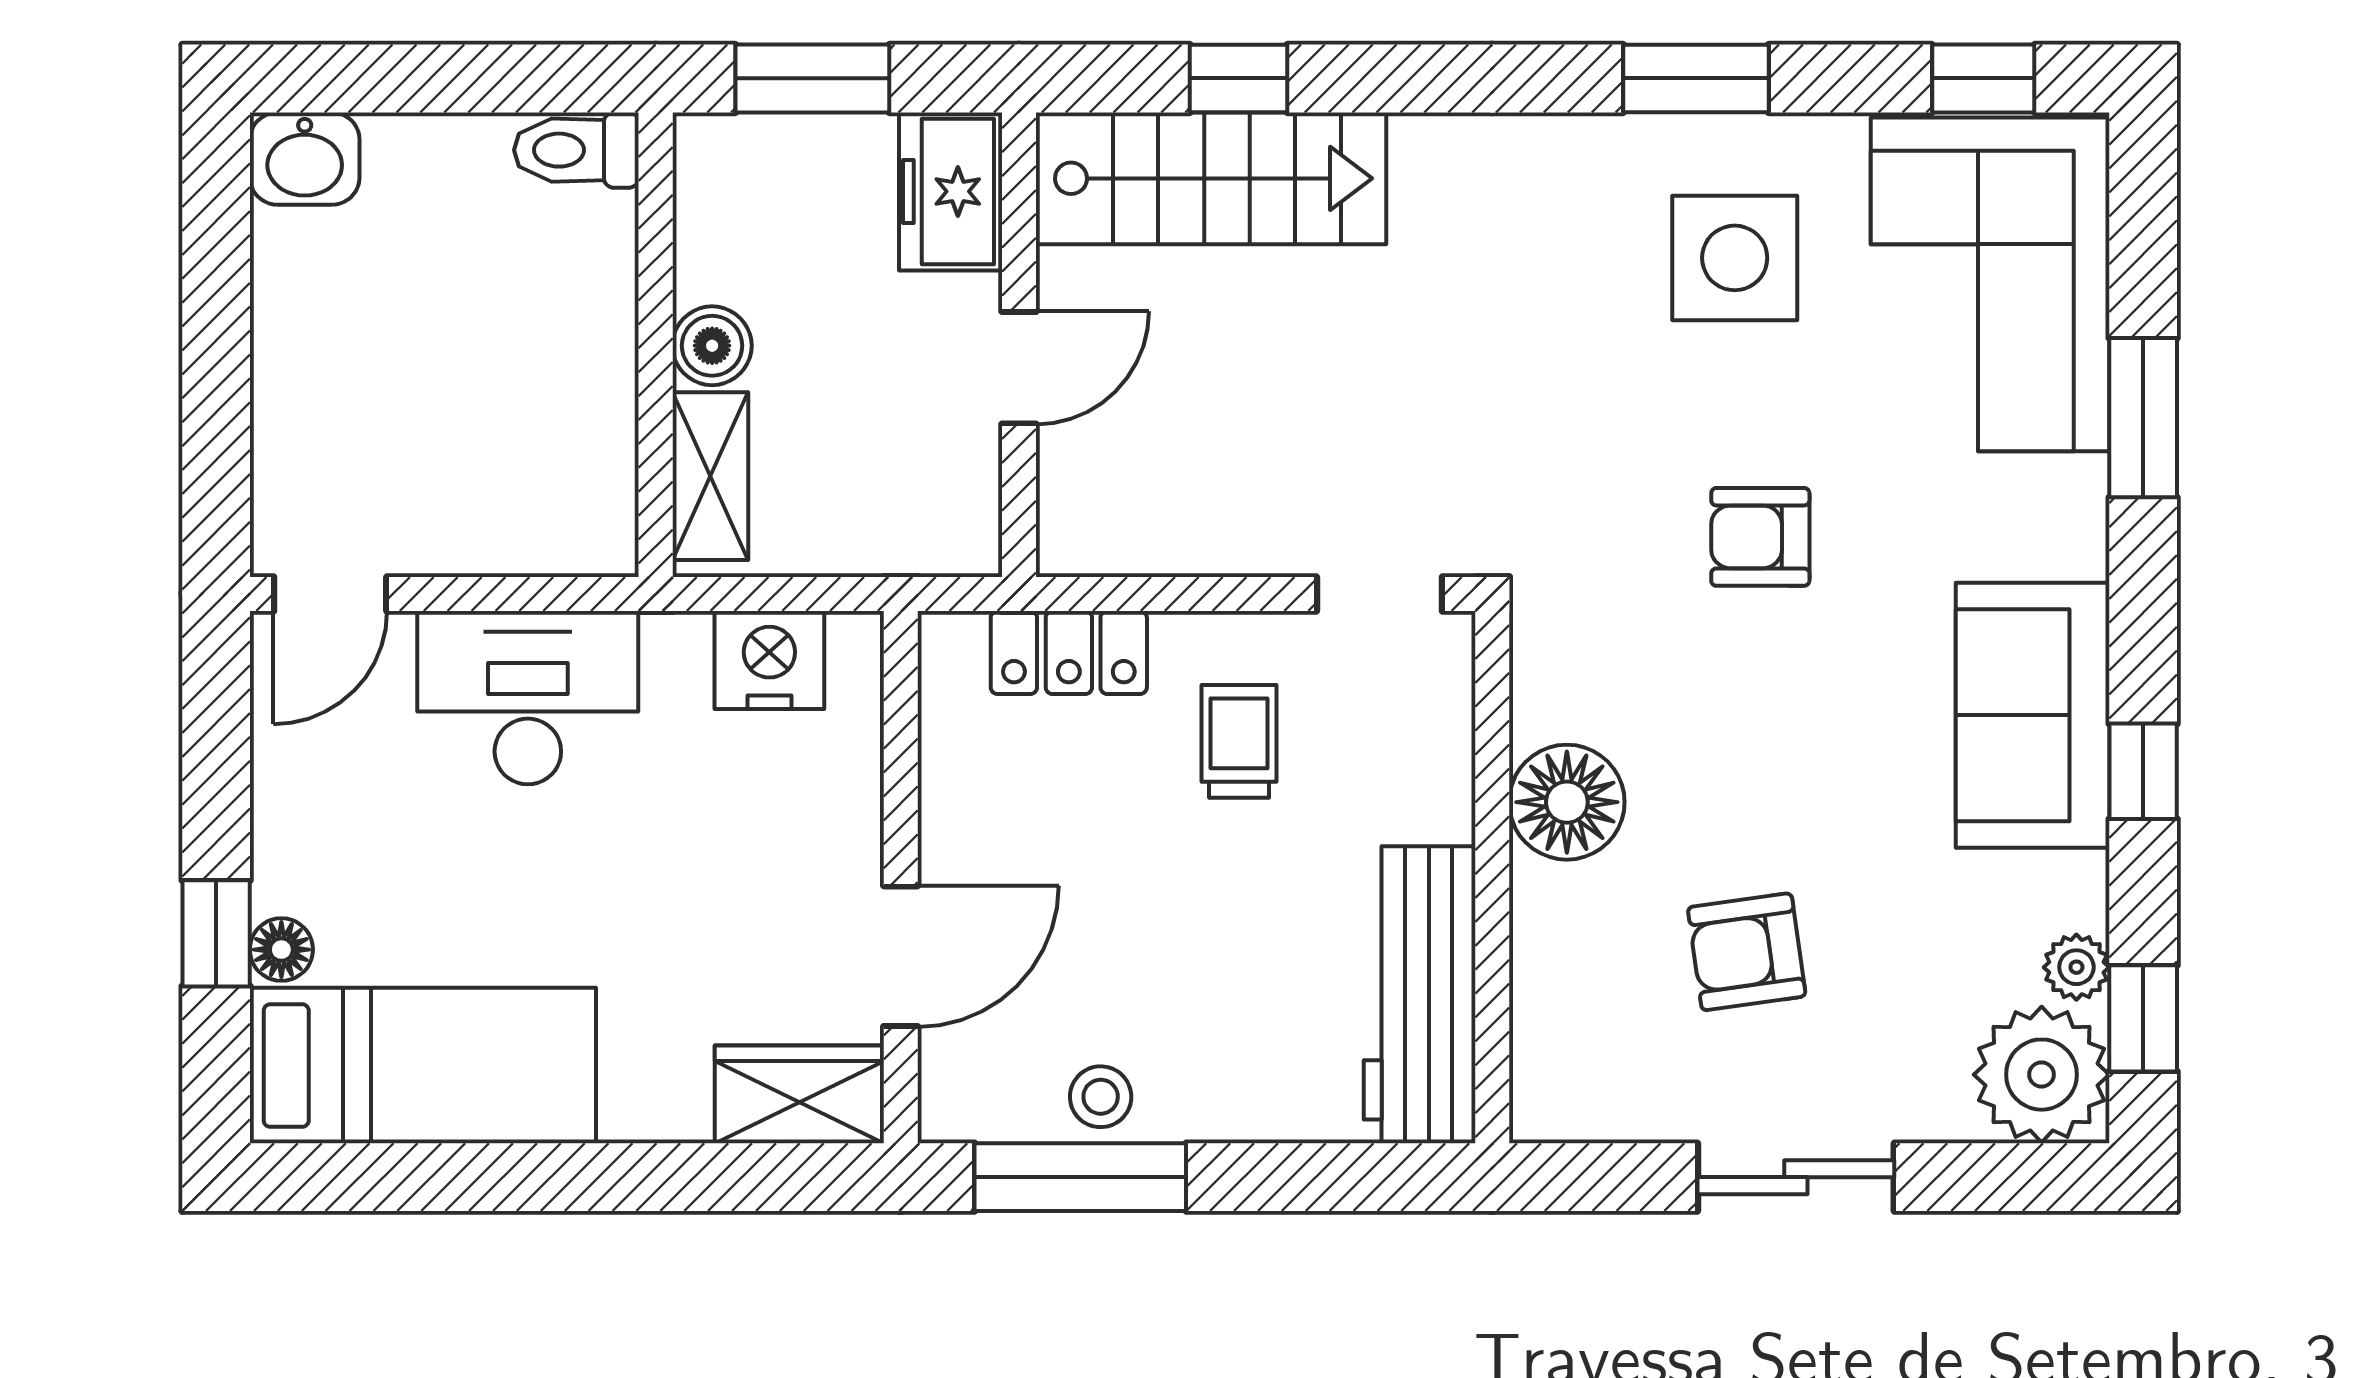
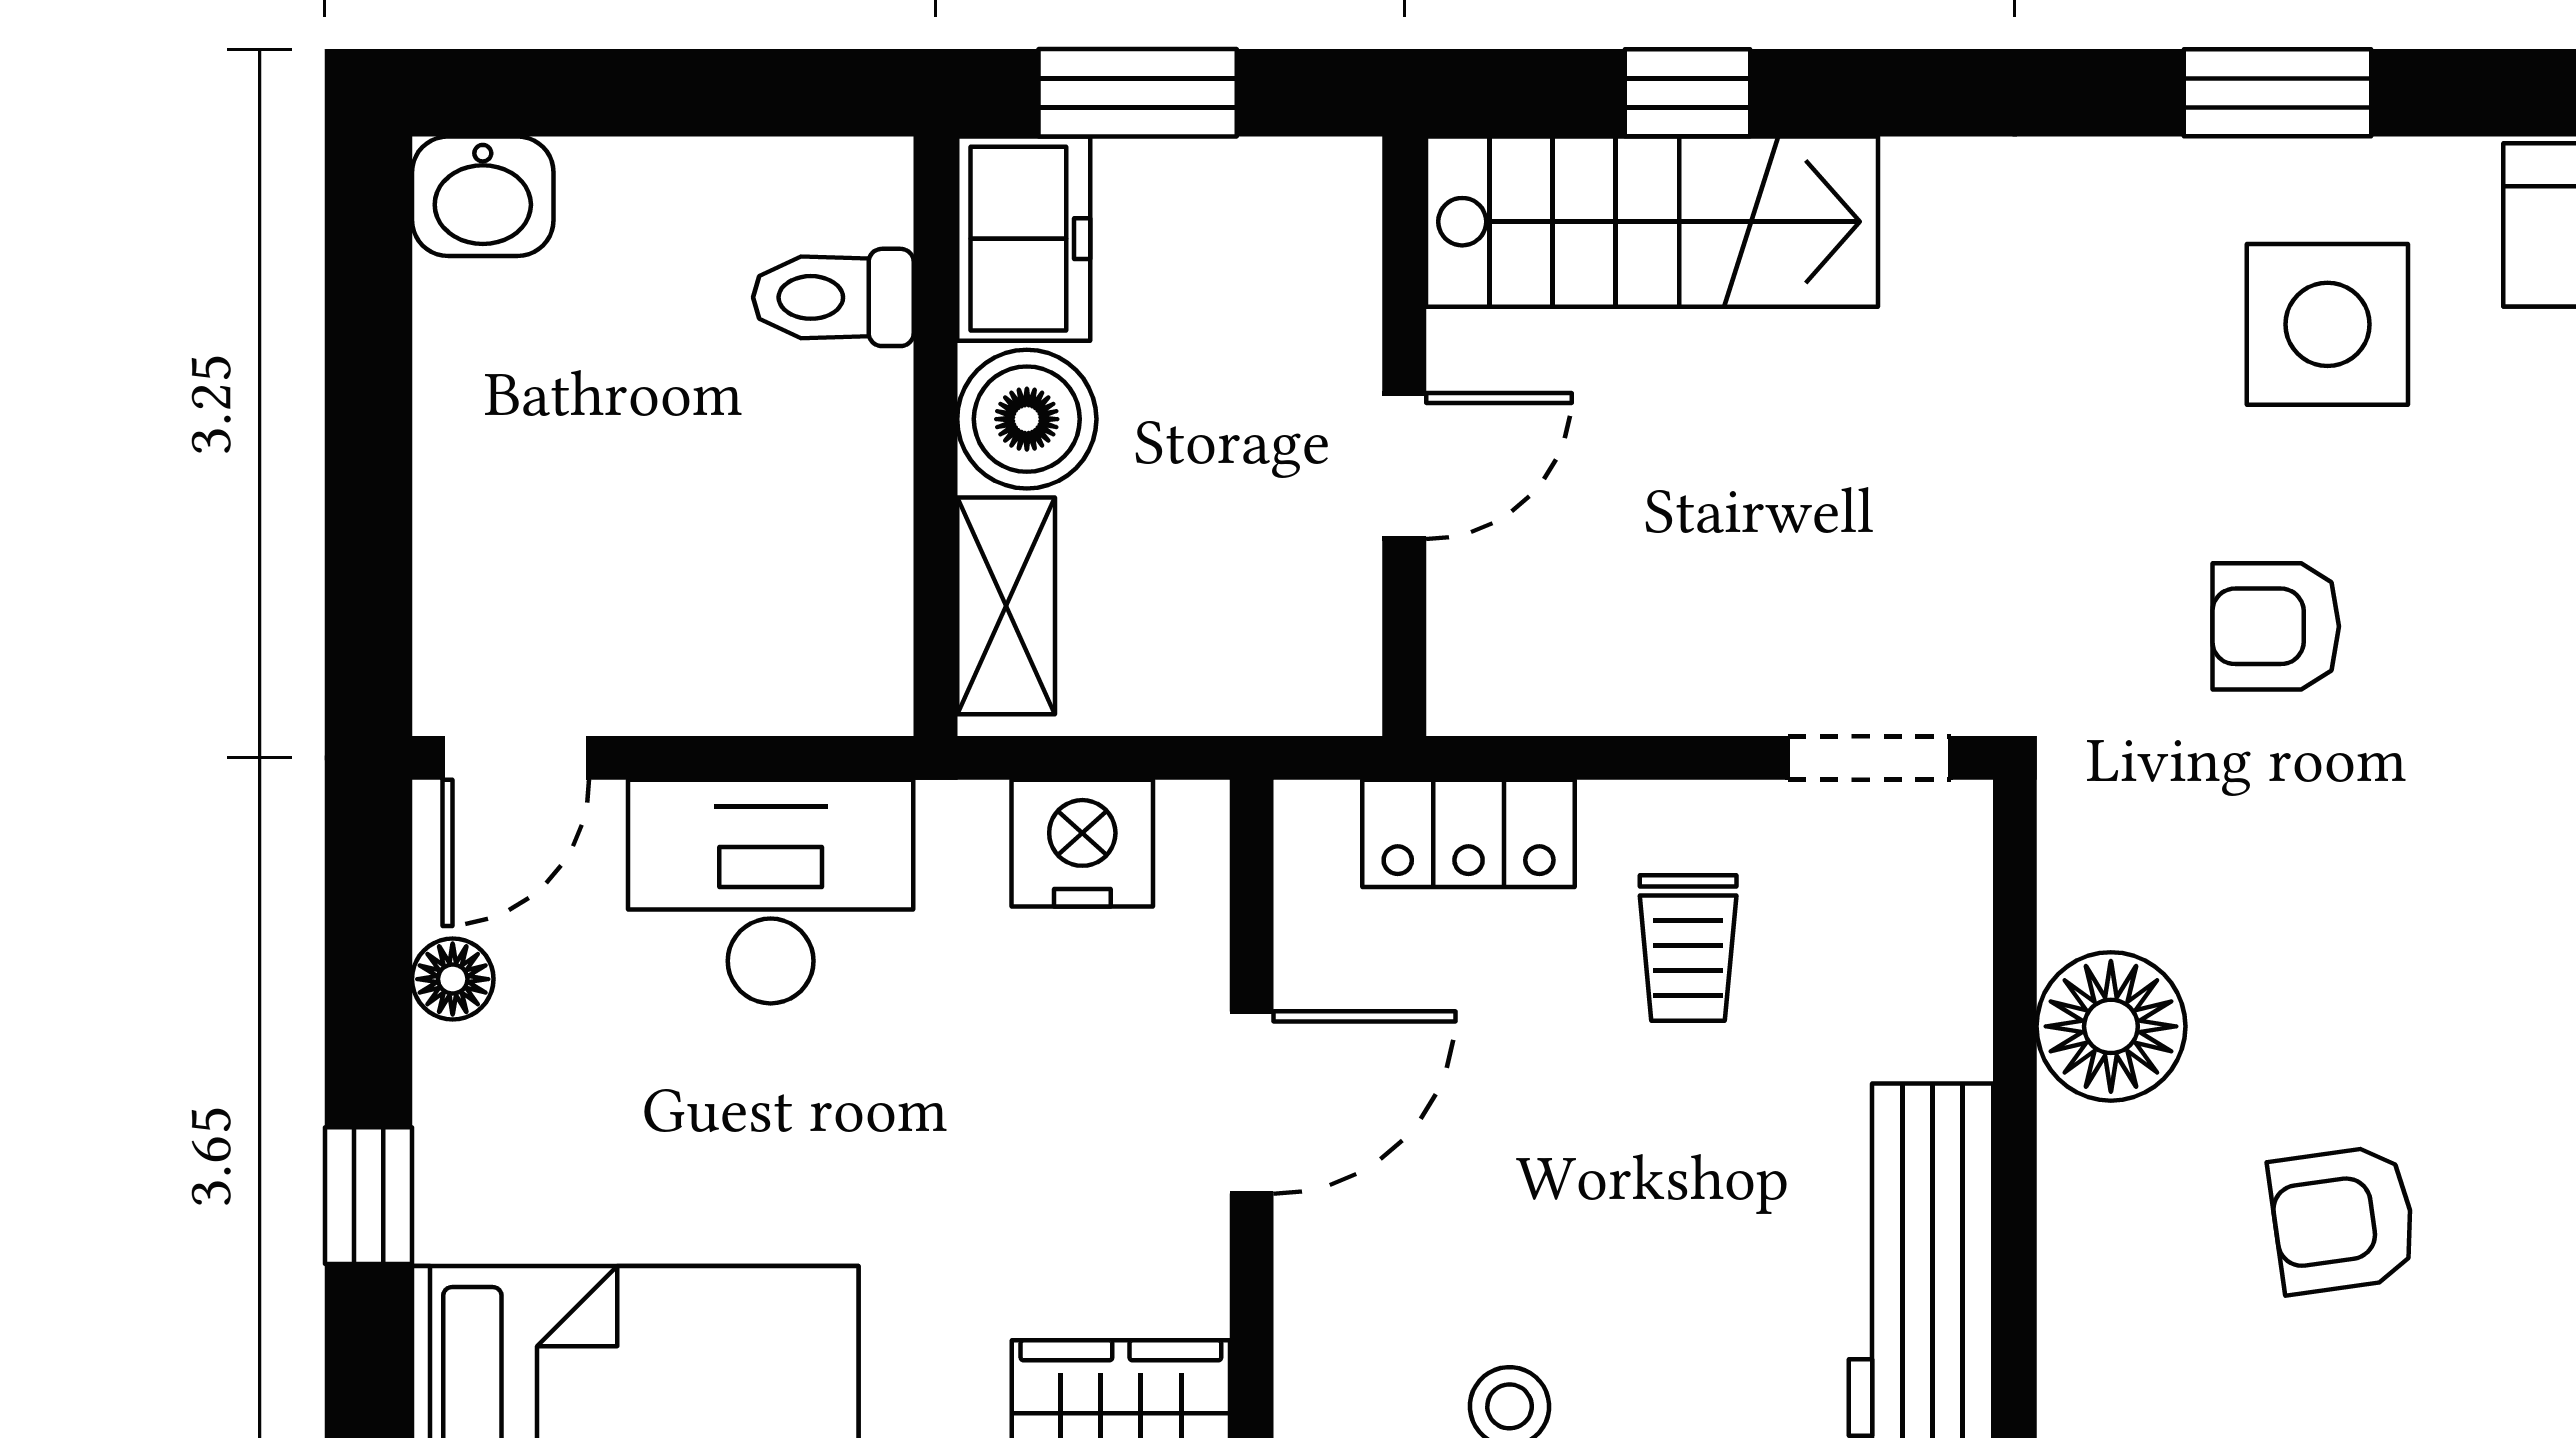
toilet: (576, 150) -> (833, 297), moved
freezer: (951, 191) -> (1024, 239), moved, turned 180
boiler: (712, 346) -> (1027, 419), width x1.36, depth x1.36
armchair: (1760, 537) -> (2276, 626), moved
trolley: (1239, 741) -> (1688, 948), turned 180
floor lamp: (281, 950) -> (453, 979), moved
door: (901, 956) -> (1252, 1103), moved

